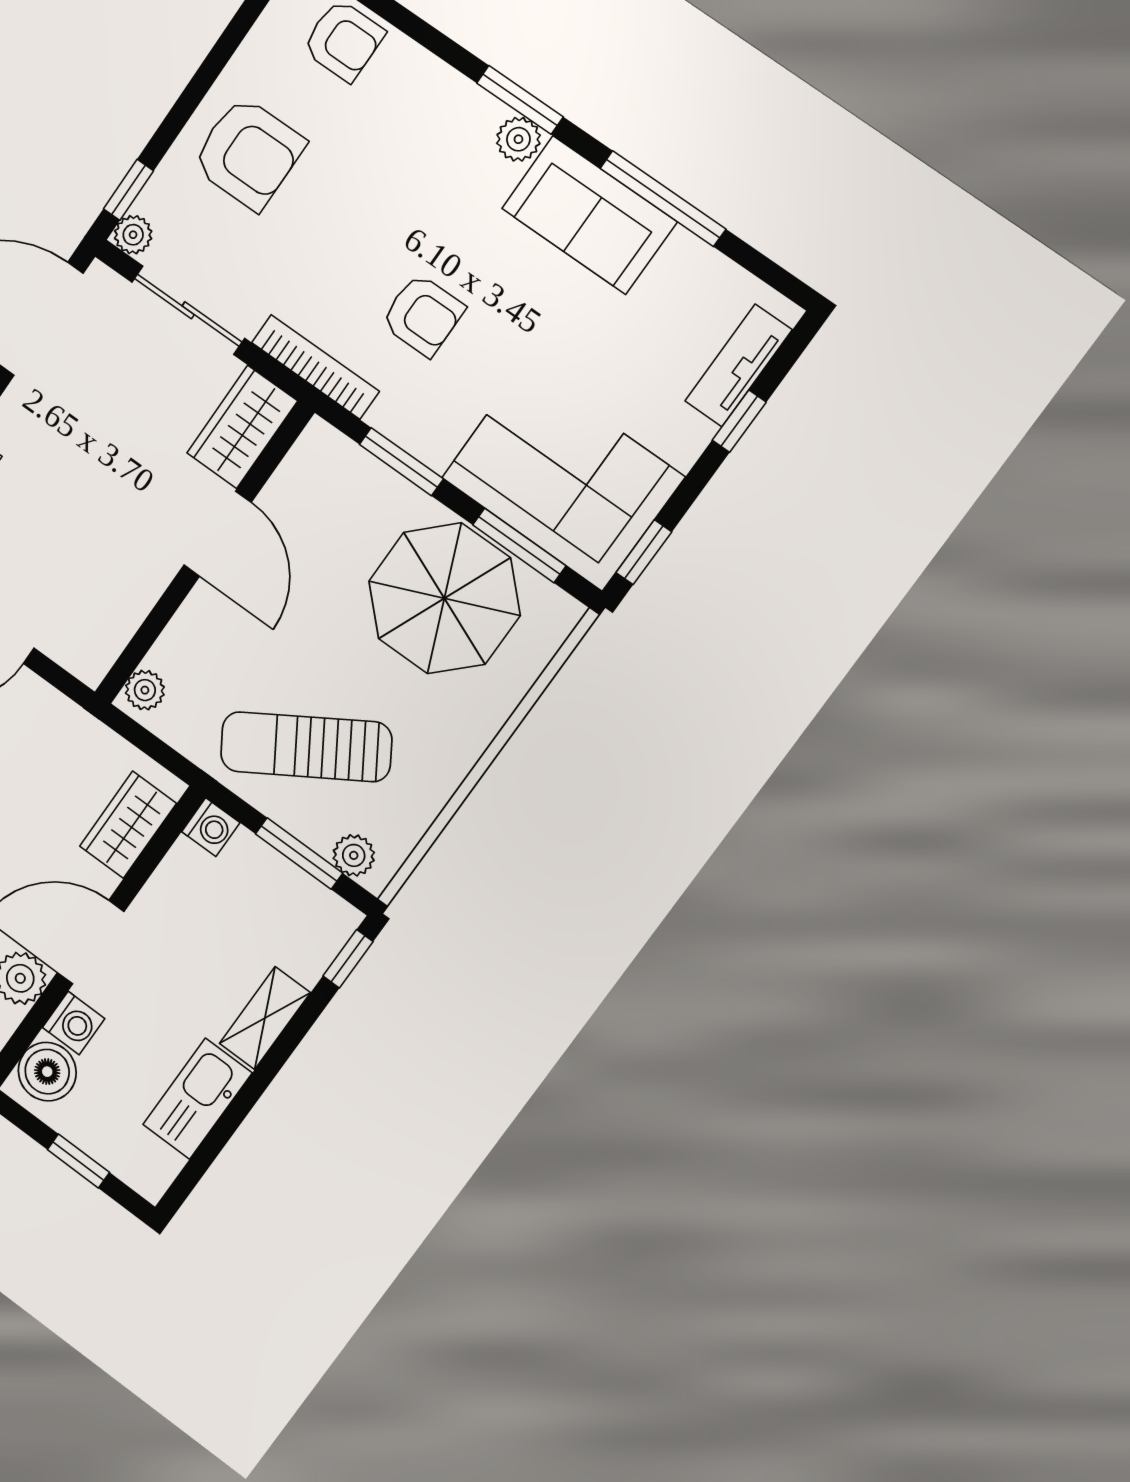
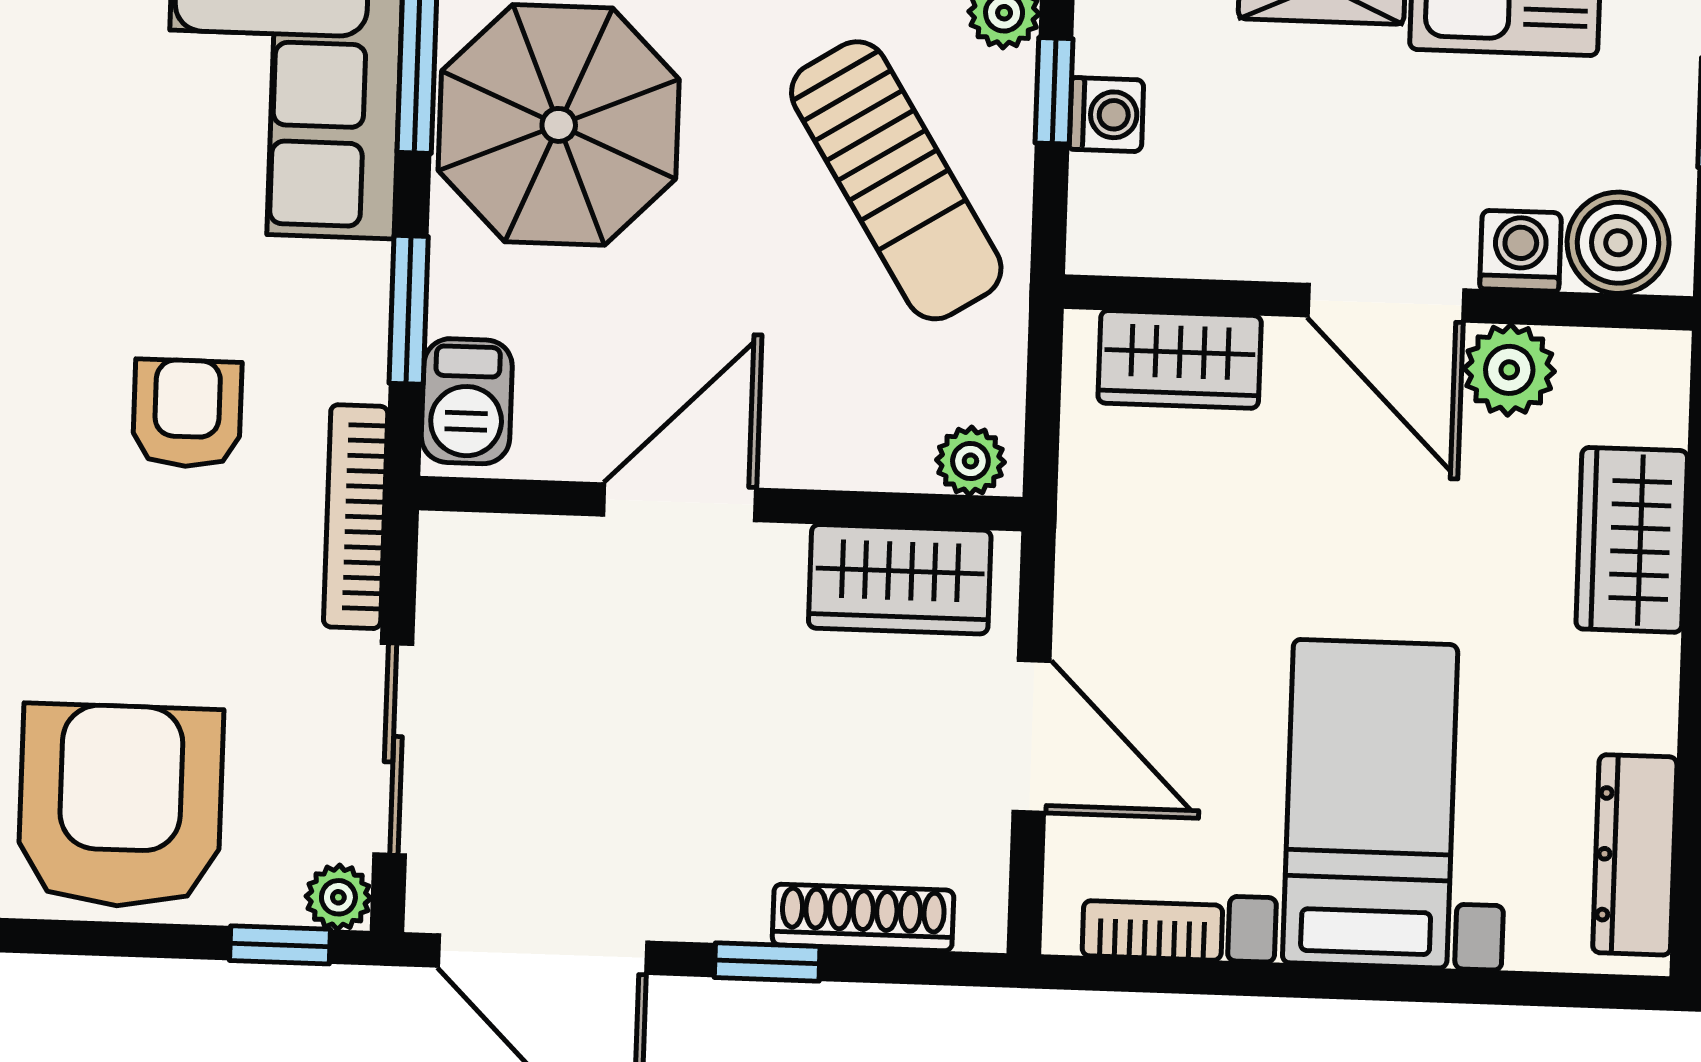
armchair: (248, 153) -> (120, 806), width x1.36, depth x1.36
wardrobe: (242, 427) -> (900, 579), moved
barbecue: (337, 461) -> (467, 401), added
washing machine: (211, 827) -> (1106, 115), moved, turned 90
window: (299, 853) -> (1054, 91), width x0.67

